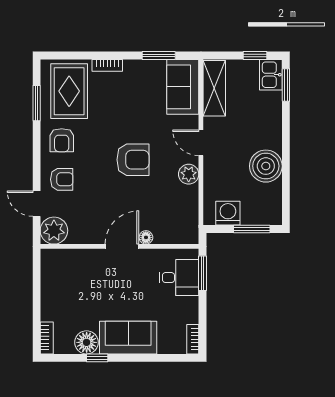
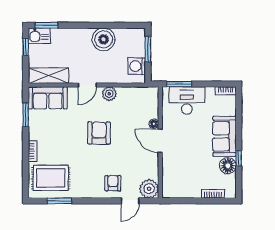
armchair: (62, 140) -> (85, 183), removed
desk: (179, 278) -> (187, 100), width x1.37
bookcase: (47, 338) -> (213, 194), moved

